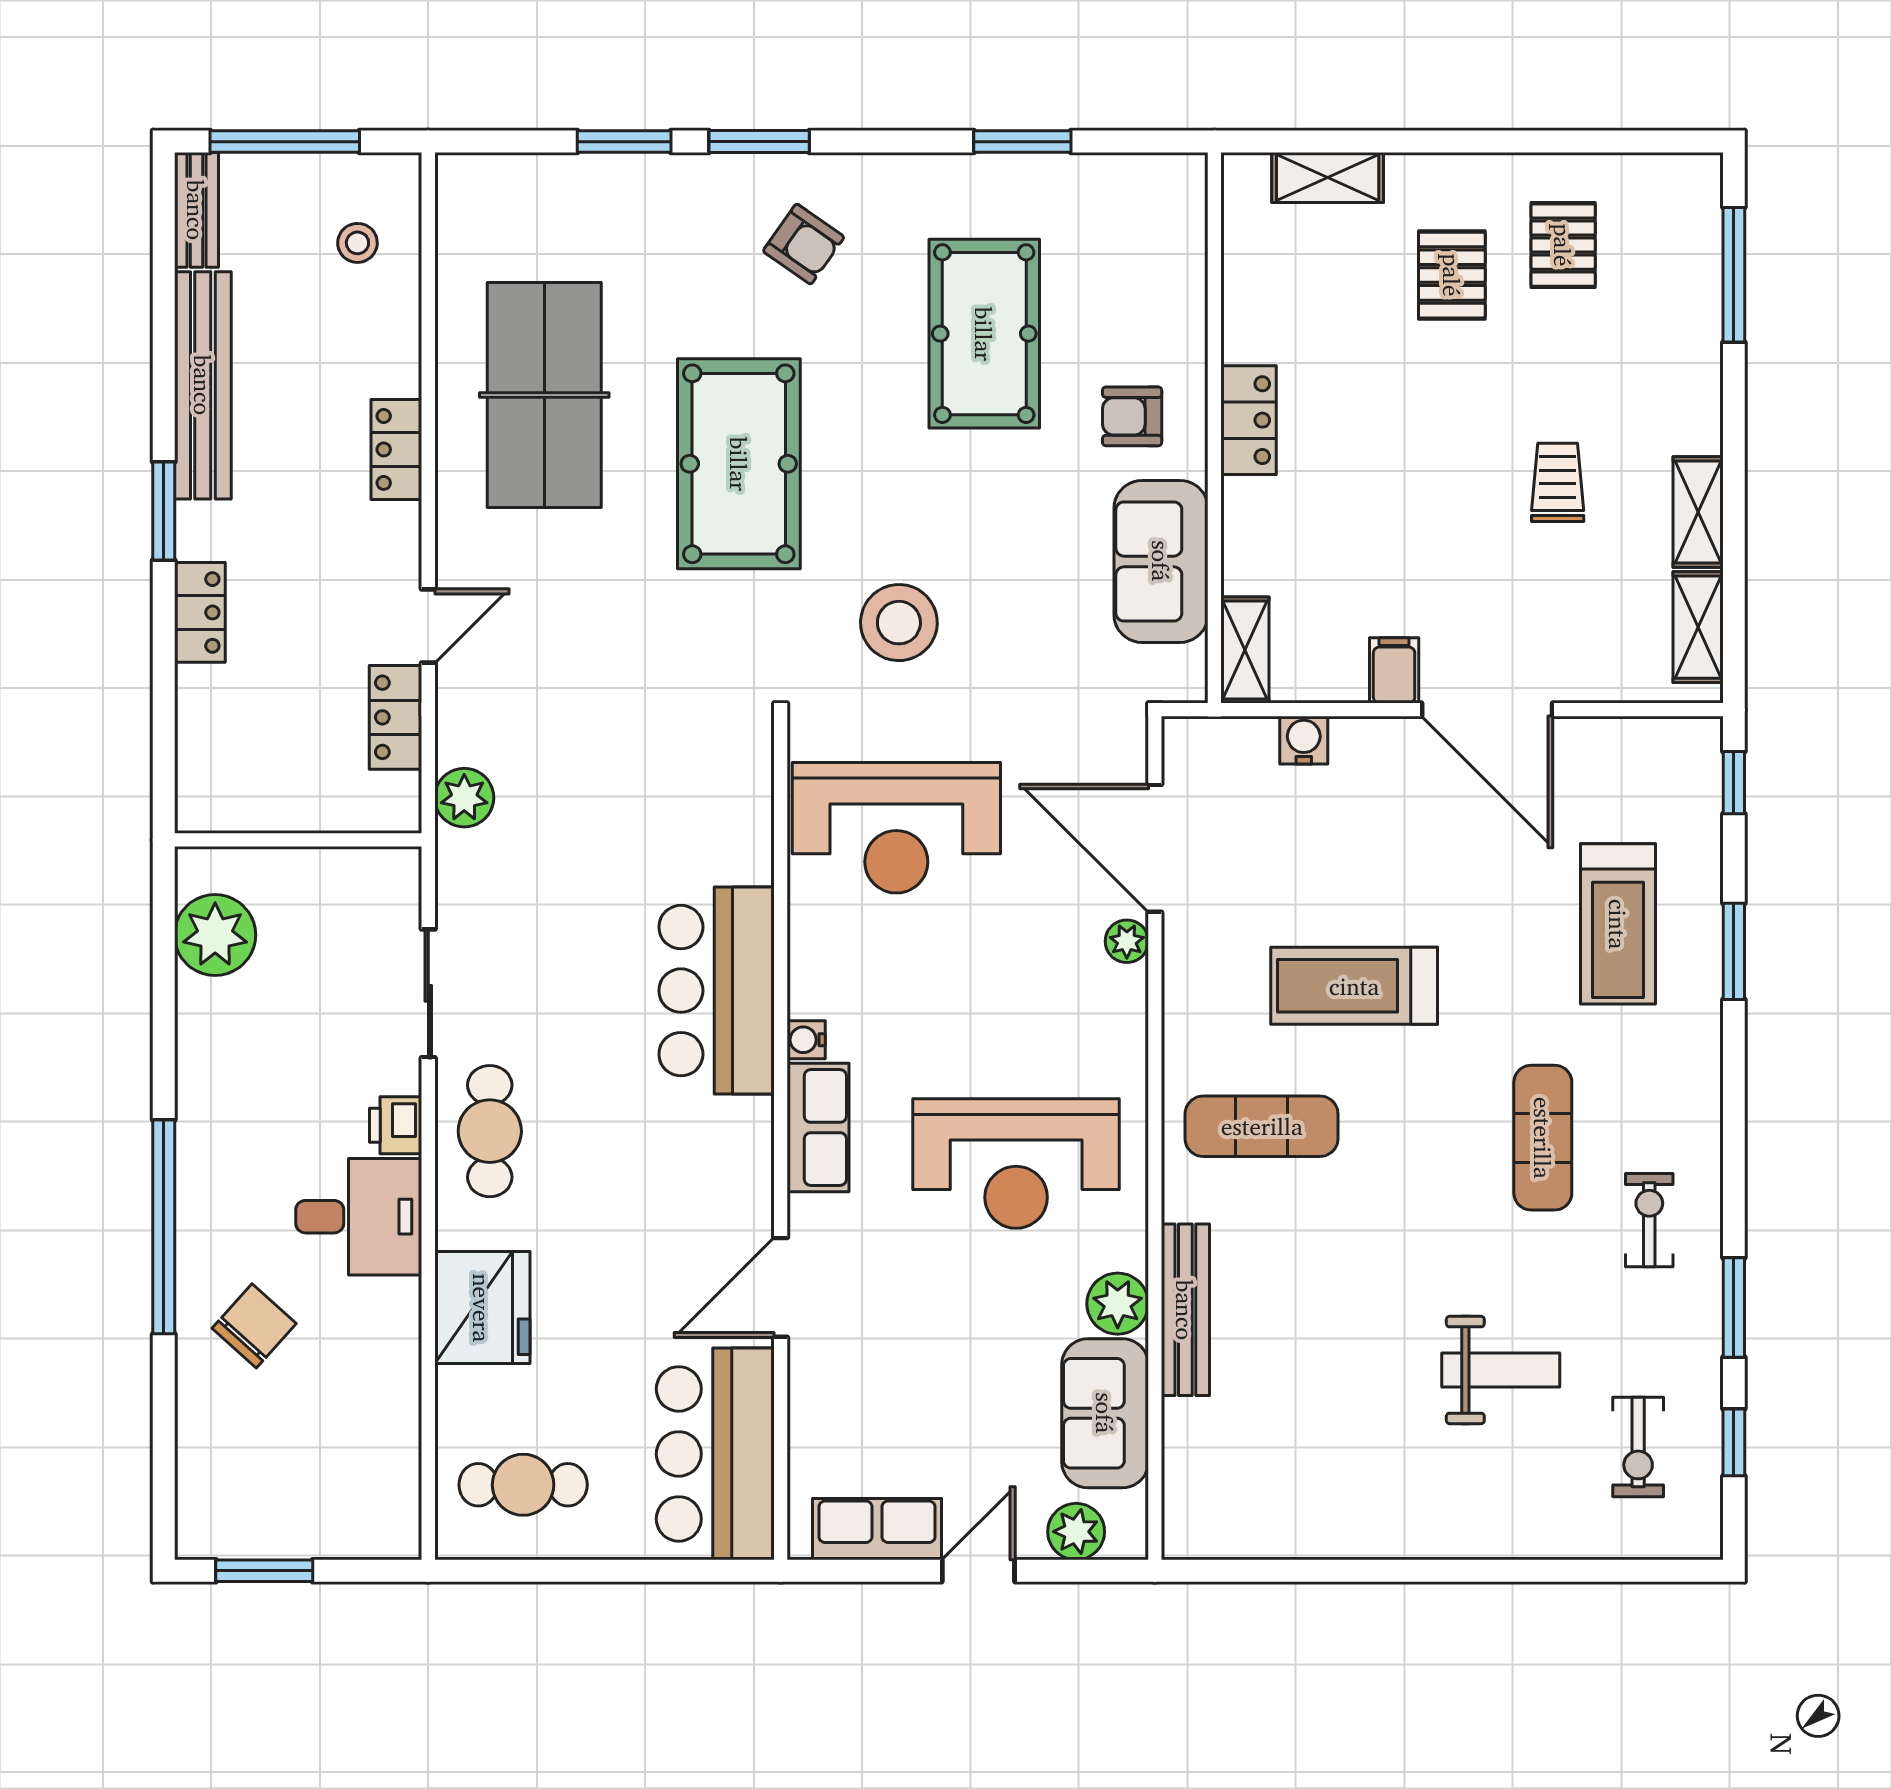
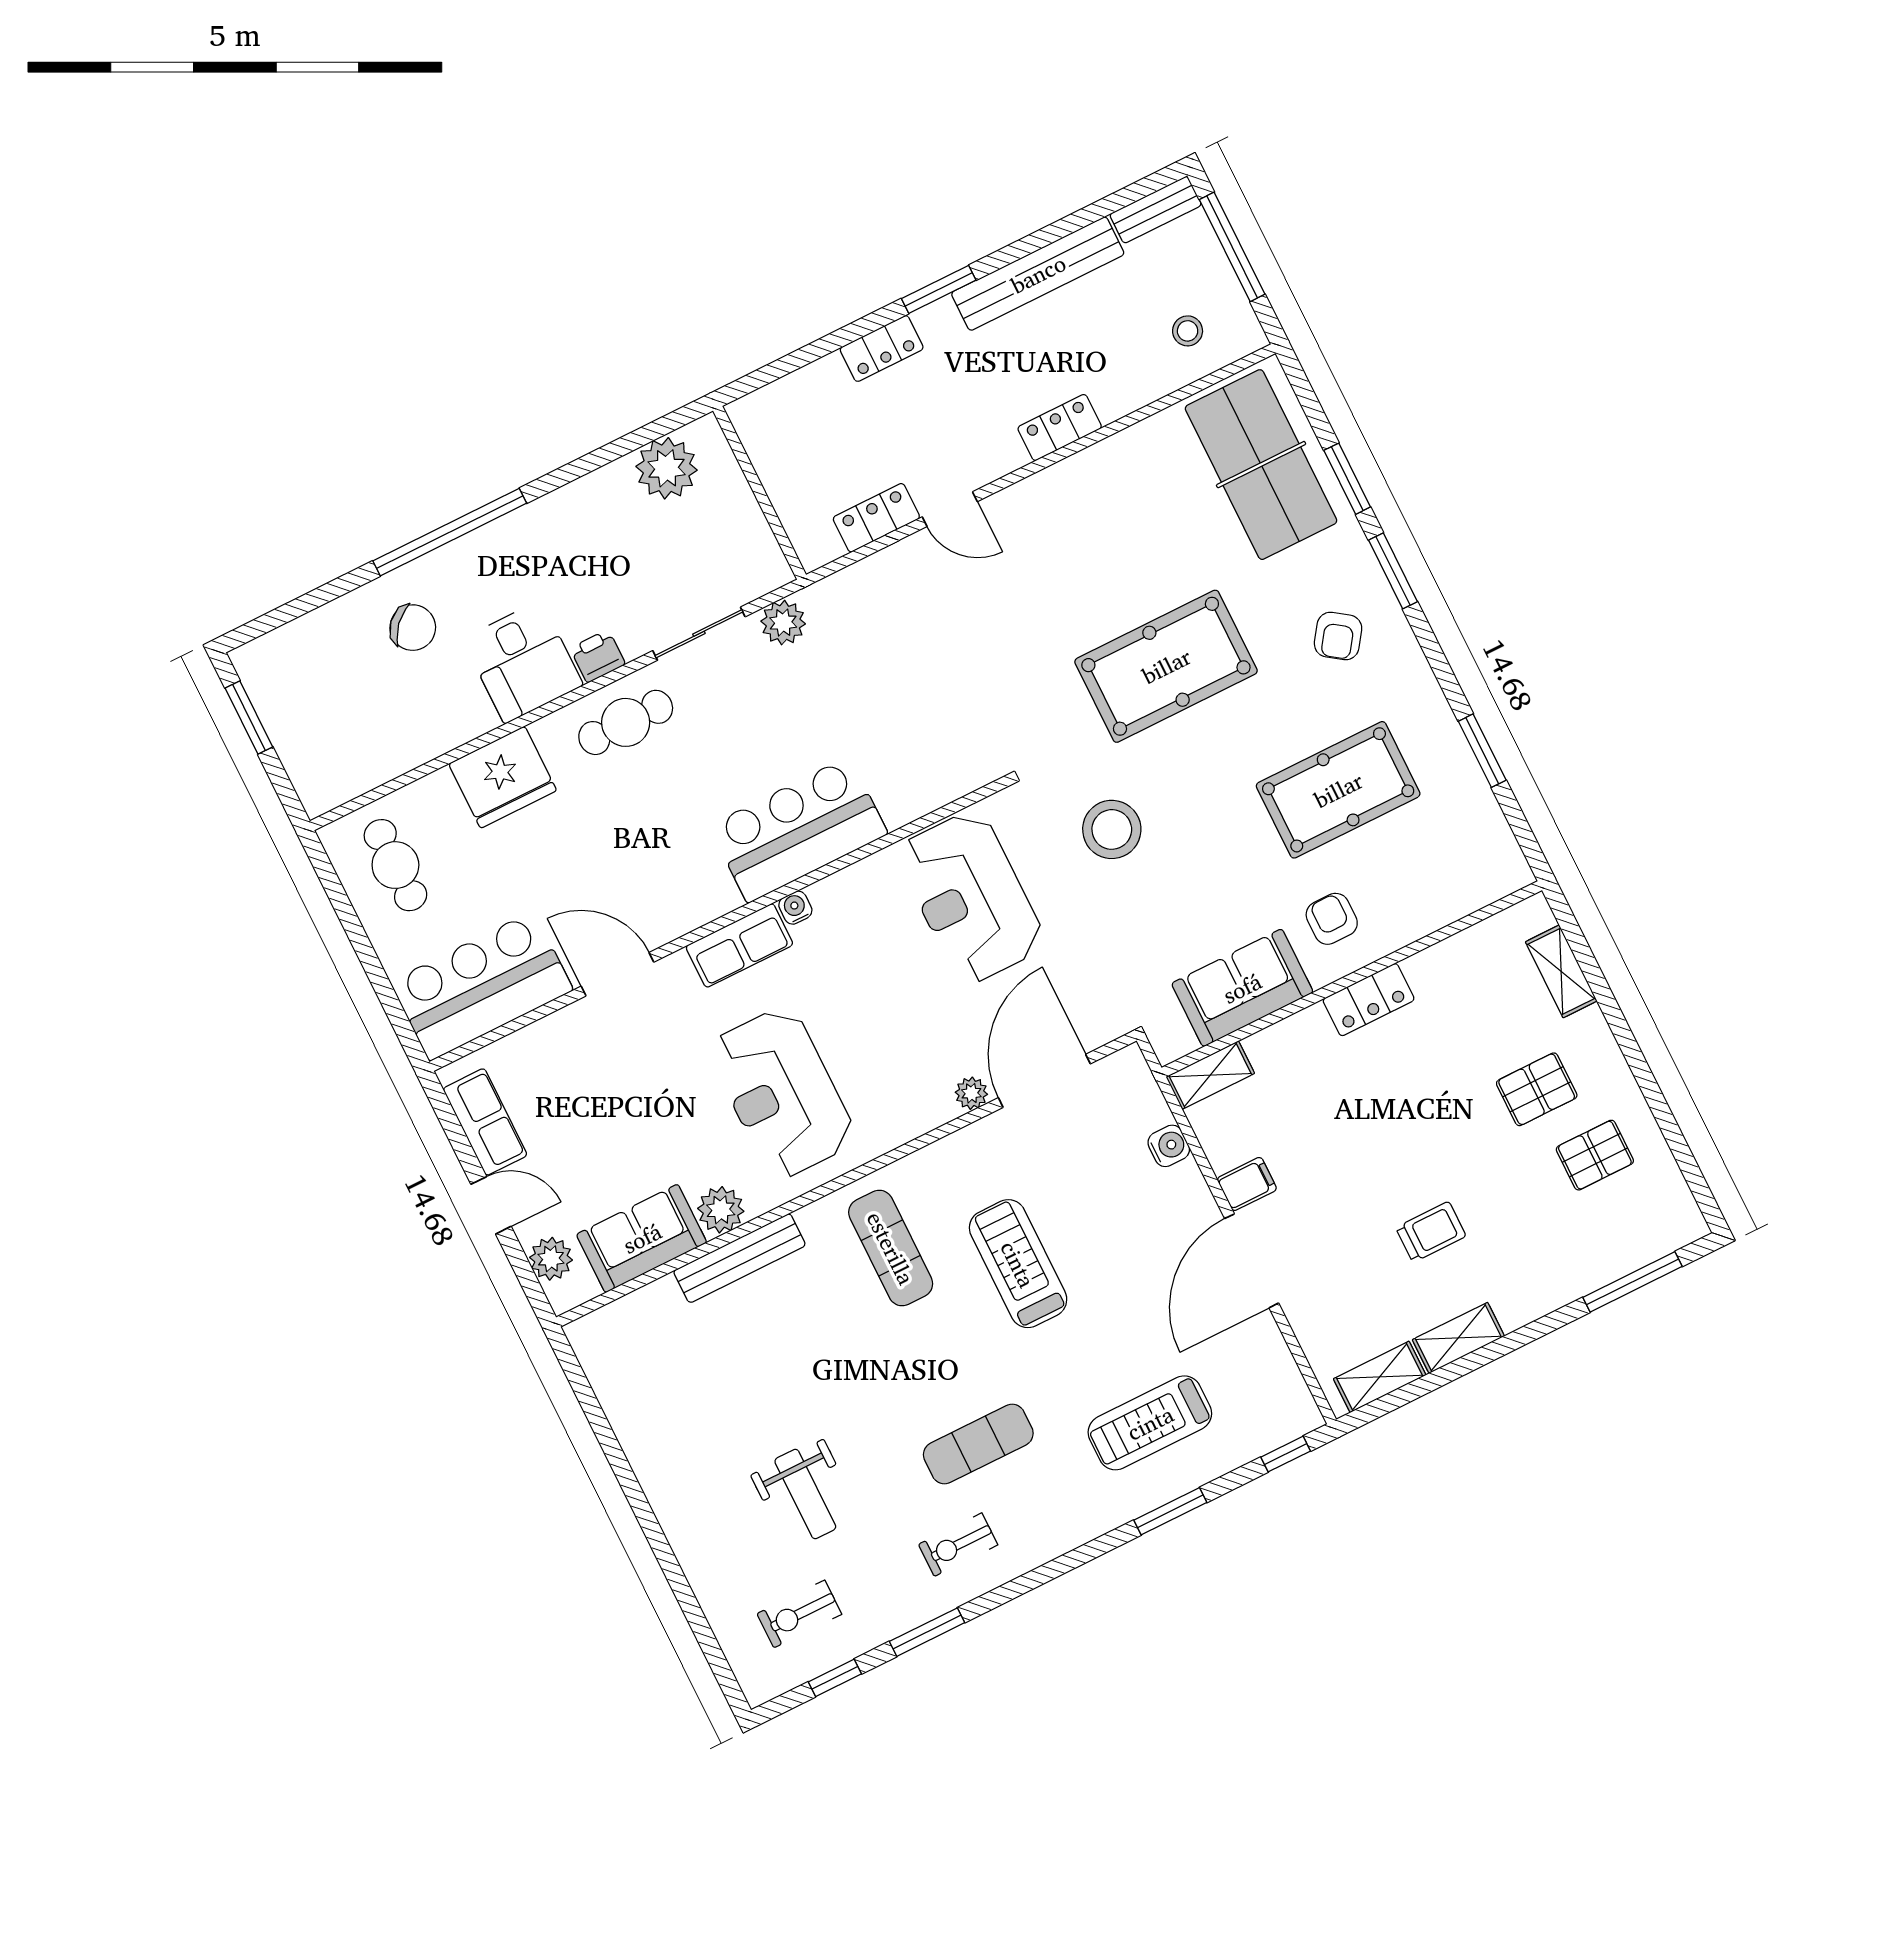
table tennis table: (544, 395) -> (1261, 465), moved, turned 90
plant: (464, 798) -> (783, 623), moved
exercise bike: (1649, 1220) -> (958, 1545), turned 180

